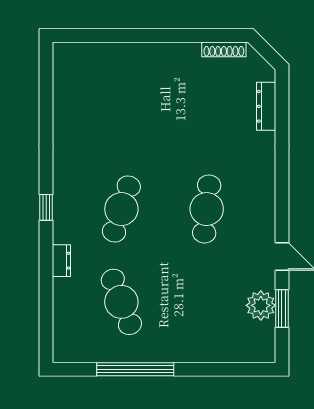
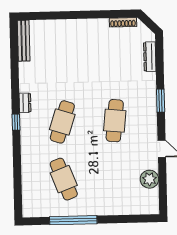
bench: (62, 75) -> (24, 41), added
dresser: (61, 261) -> (25, 103), moved
window: (282, 308) -> (161, 101), moved

